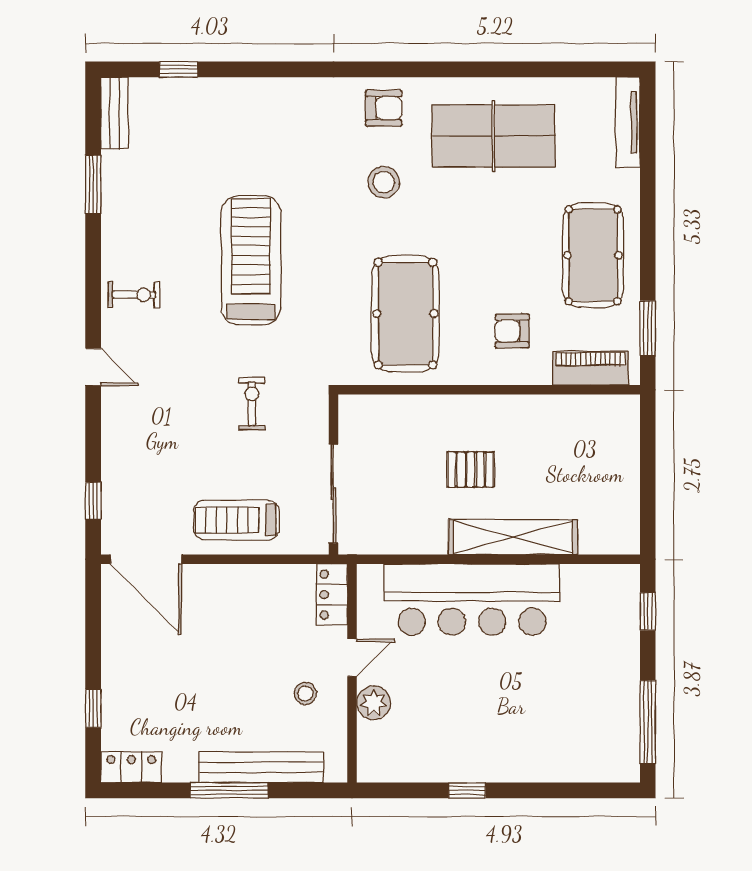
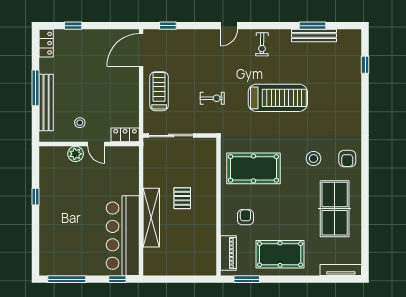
bench: (115, 113) -> (314, 35), moved, width x1.36
bar counter: (472, 600) -> (123, 236), moved

